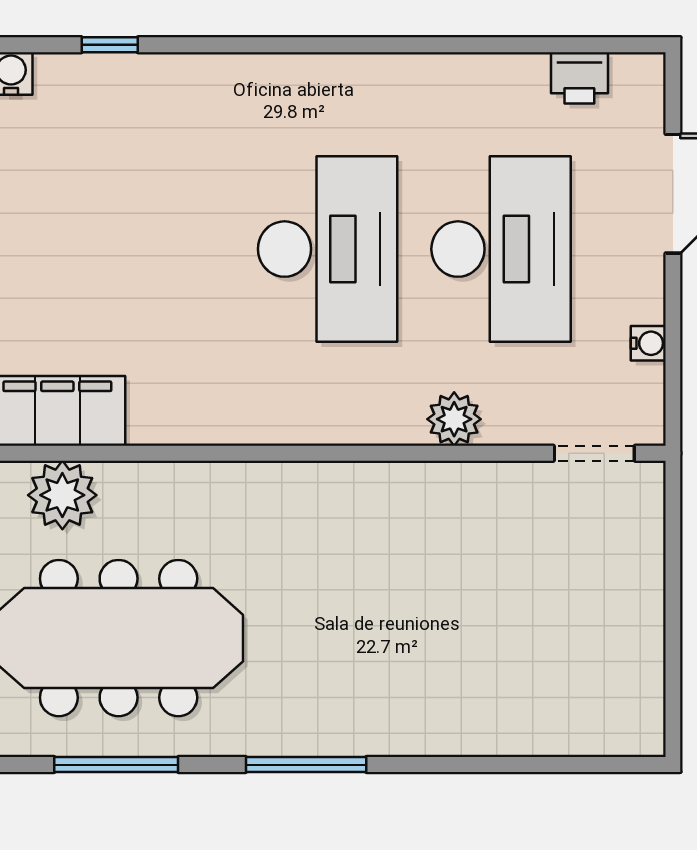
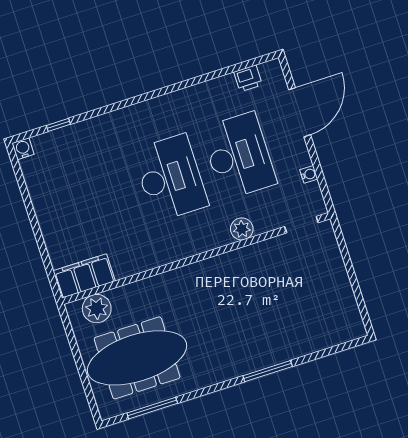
window: (306, 765) -> (268, 371), moved

